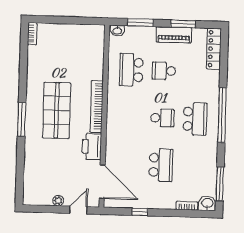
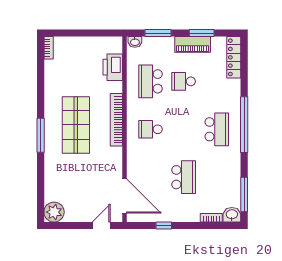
school desk: (162, 118) -> (150, 129), moved, turned 180
printer: (92, 146) -> (113, 67), moved
plant: (58, 201) -> (54, 212), moved, width x1.88, depth x1.88

